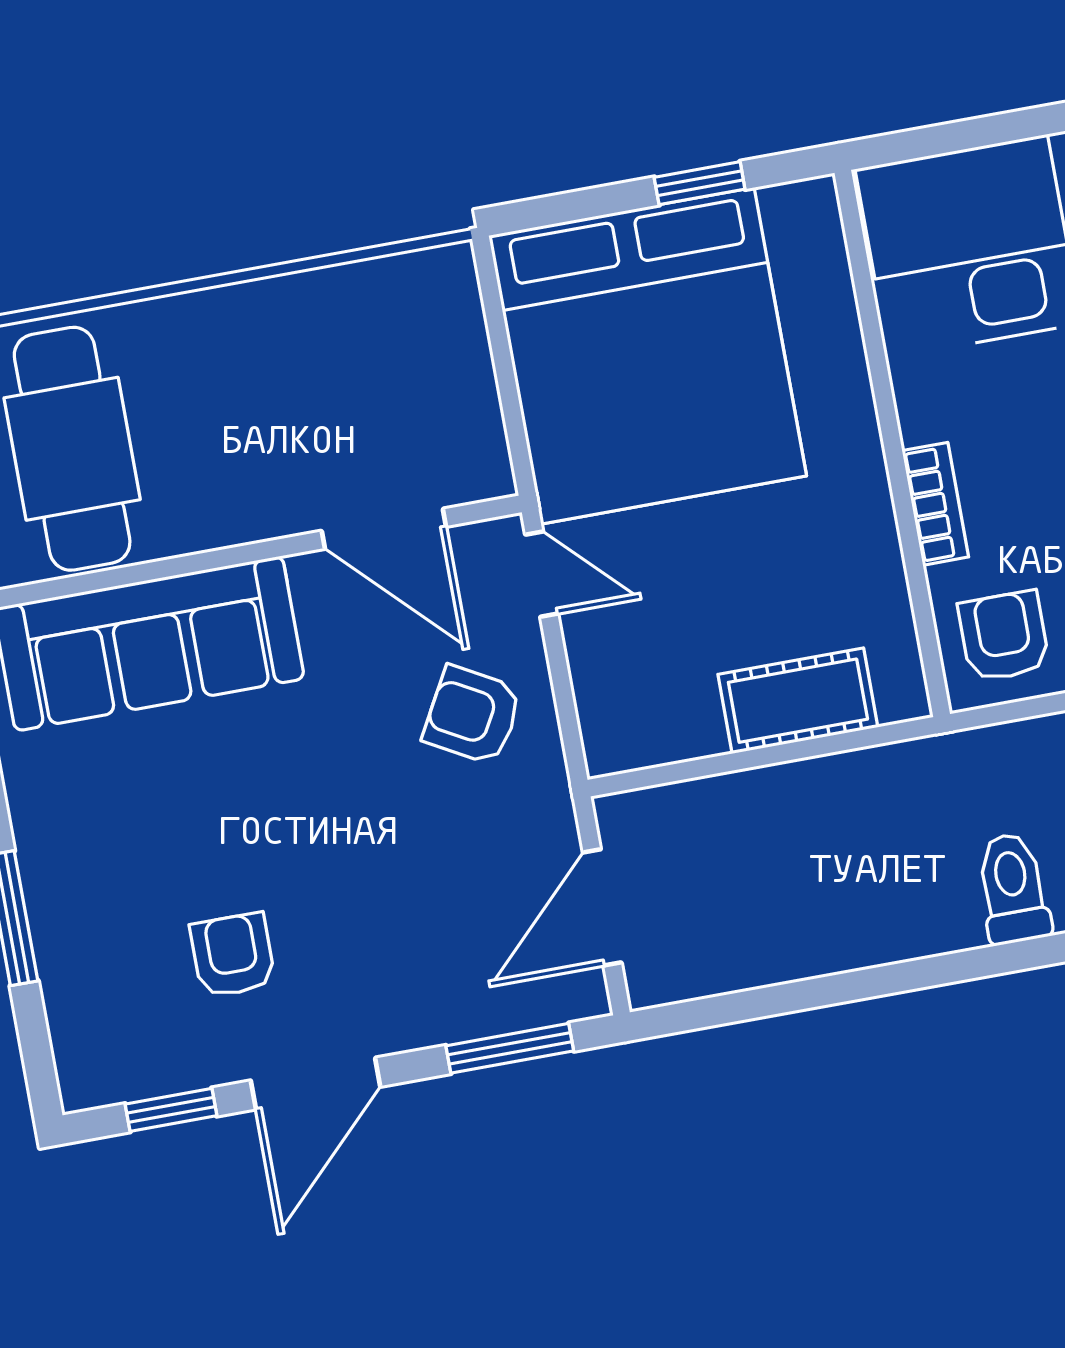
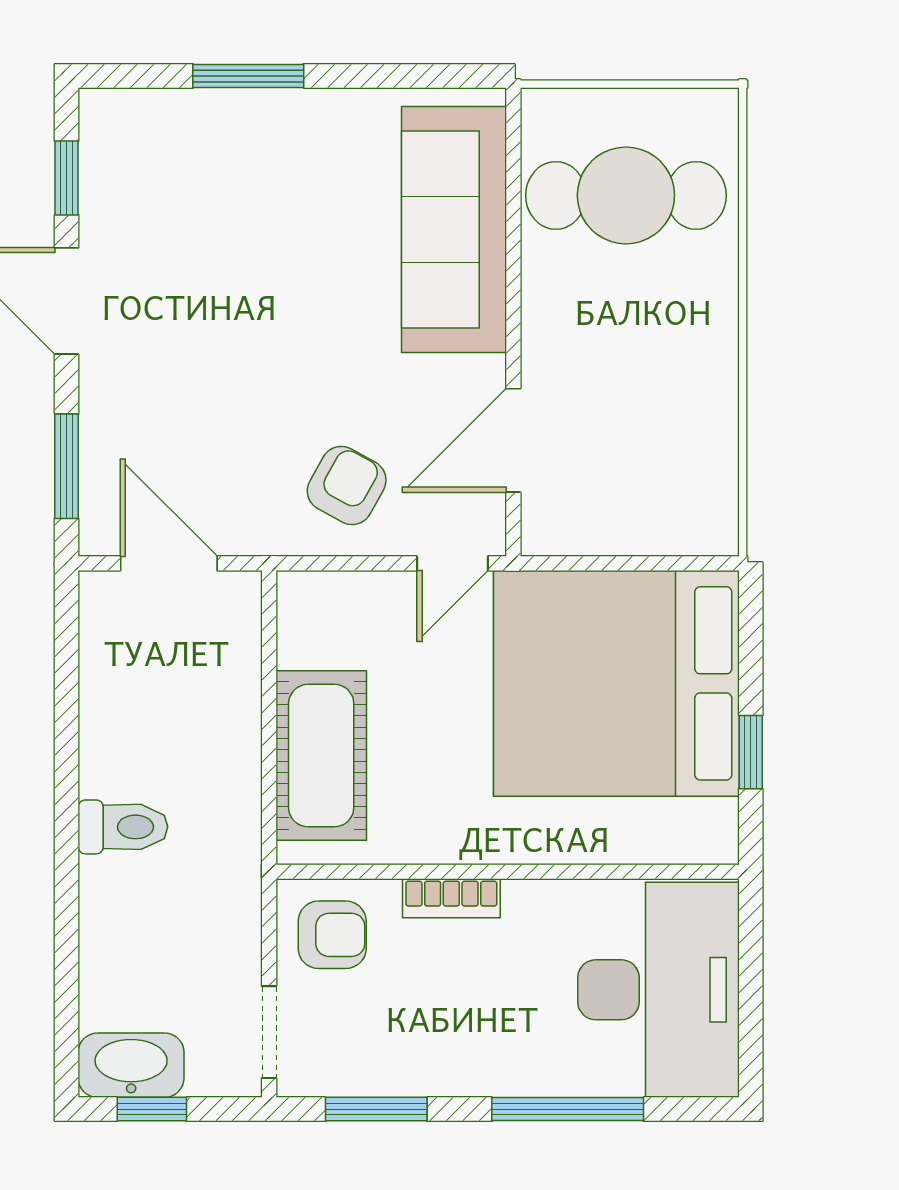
cot: (798, 701) -> (321, 756), width x1.37, depth x1.34
toilet: (1013, 888) -> (123, 827), moved
armchair: (233, 955) -> (185, 252), removed

